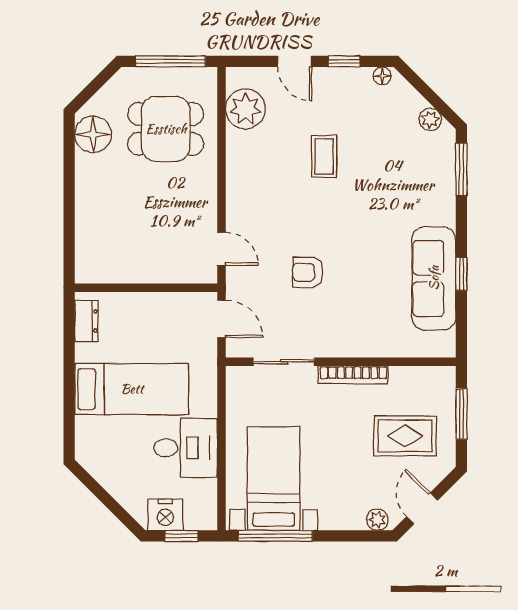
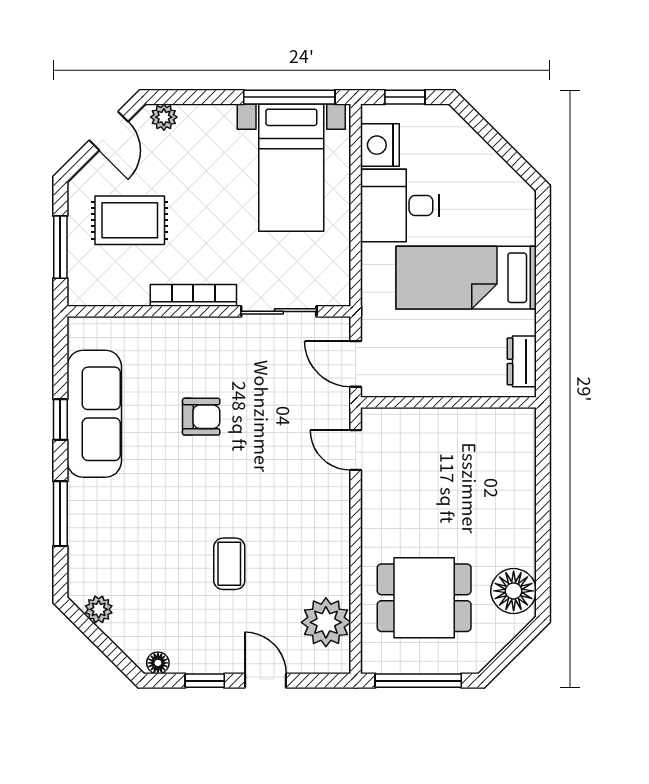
window: (461, 169) -> (60, 514), moved
armchair: (308, 272) -> (201, 417), moved
nightstand: (165, 515) -> (380, 145), moved, turned -90

